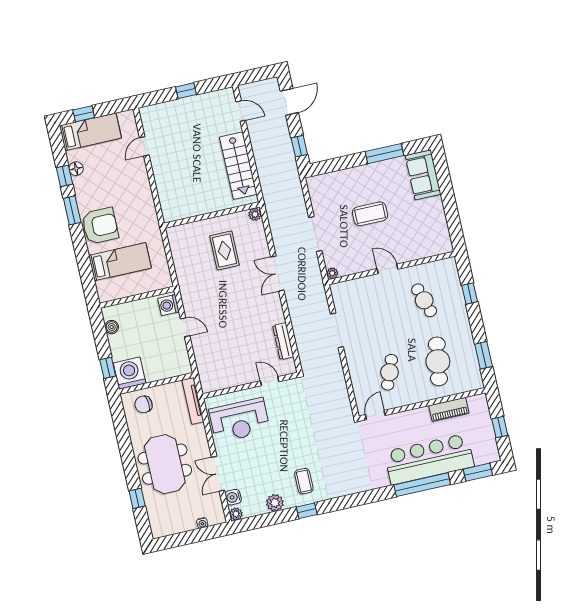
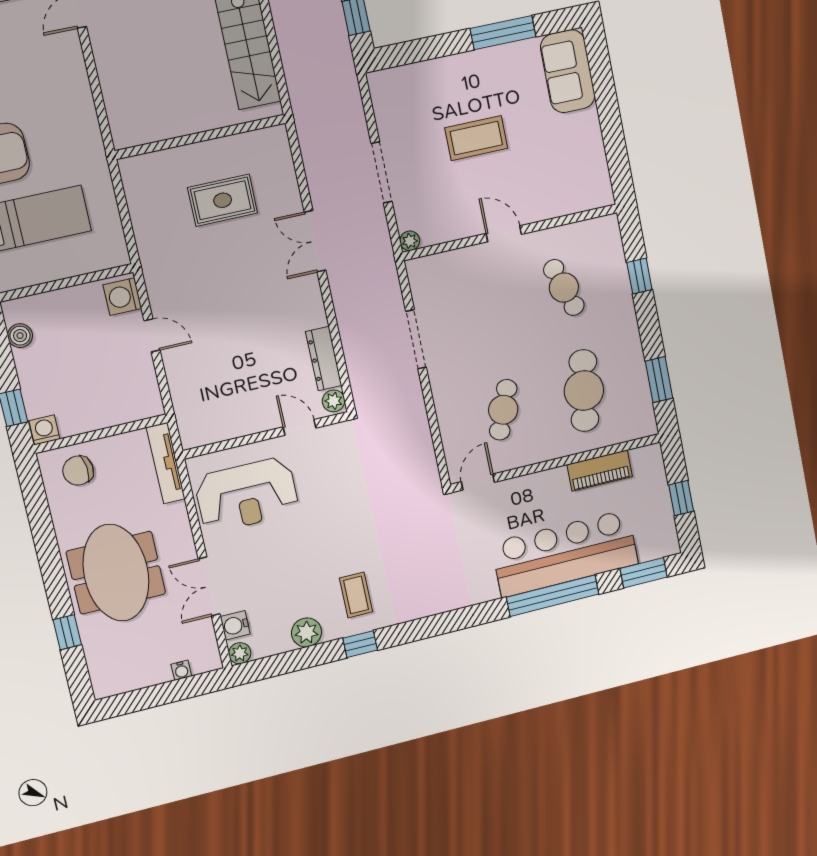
plant: (255, 214) -> (334, 401), moved
rug: (225, 250) -> (223, 200), turned 90
washing machine: (130, 373) -> (44, 430), width x0.53, depth x0.53

